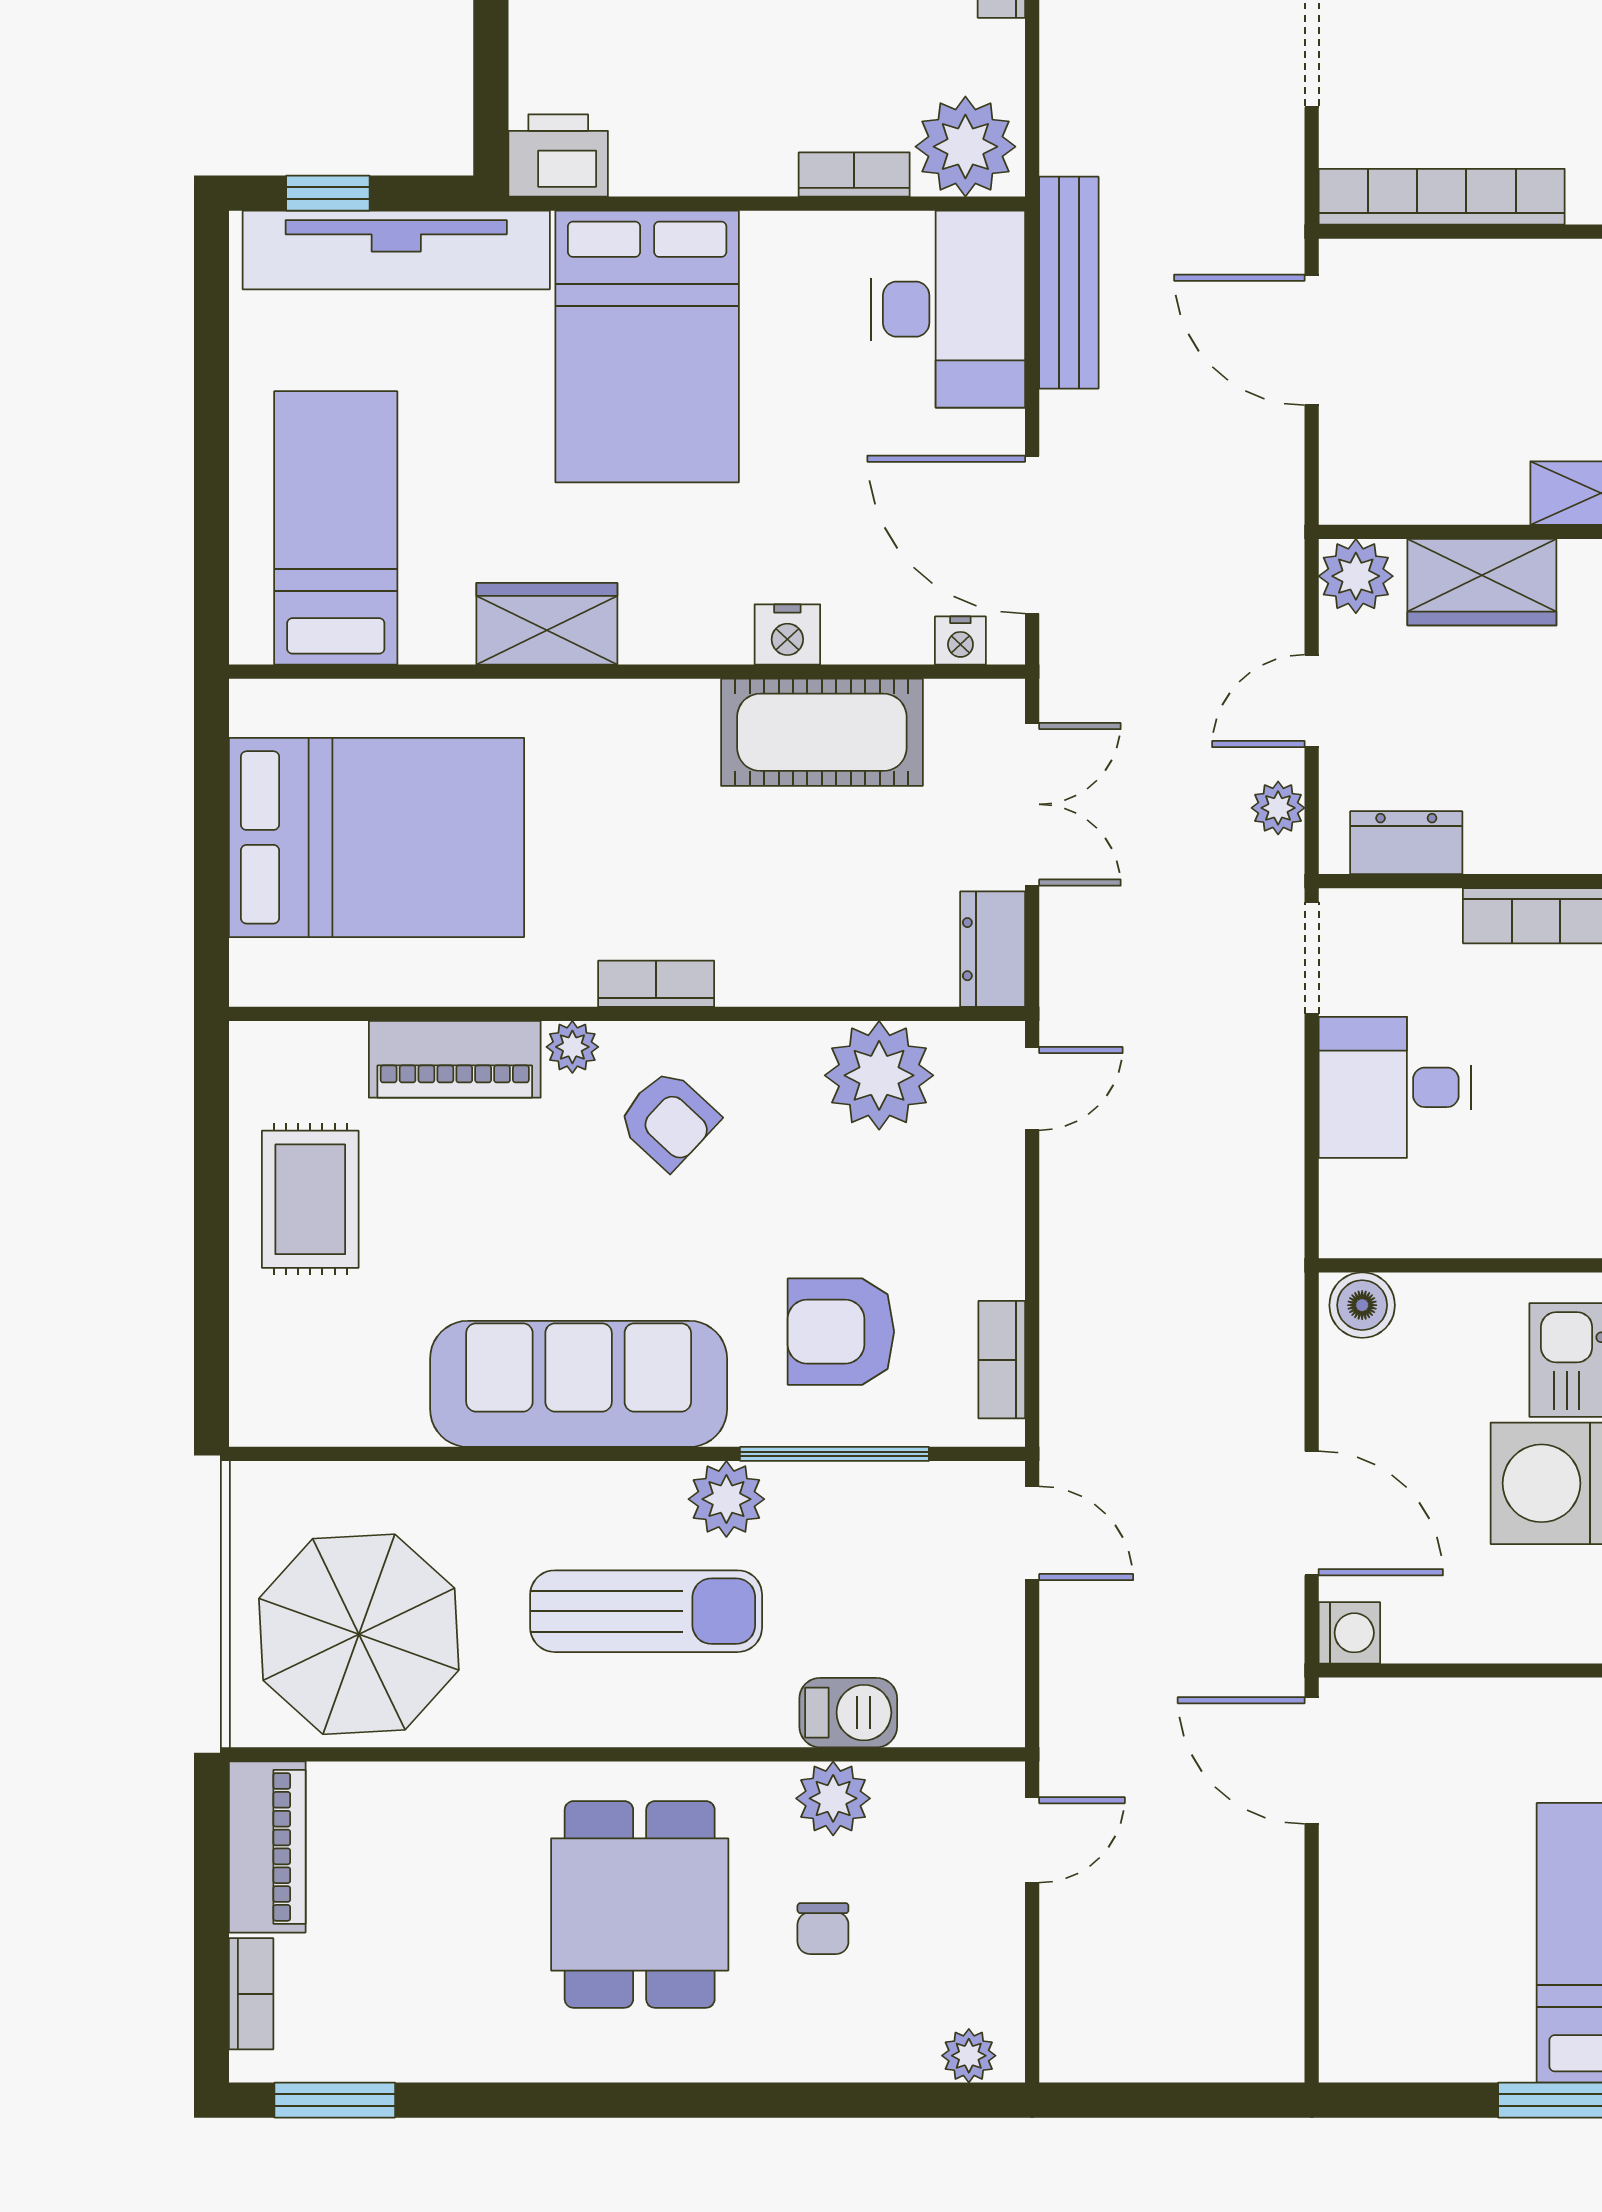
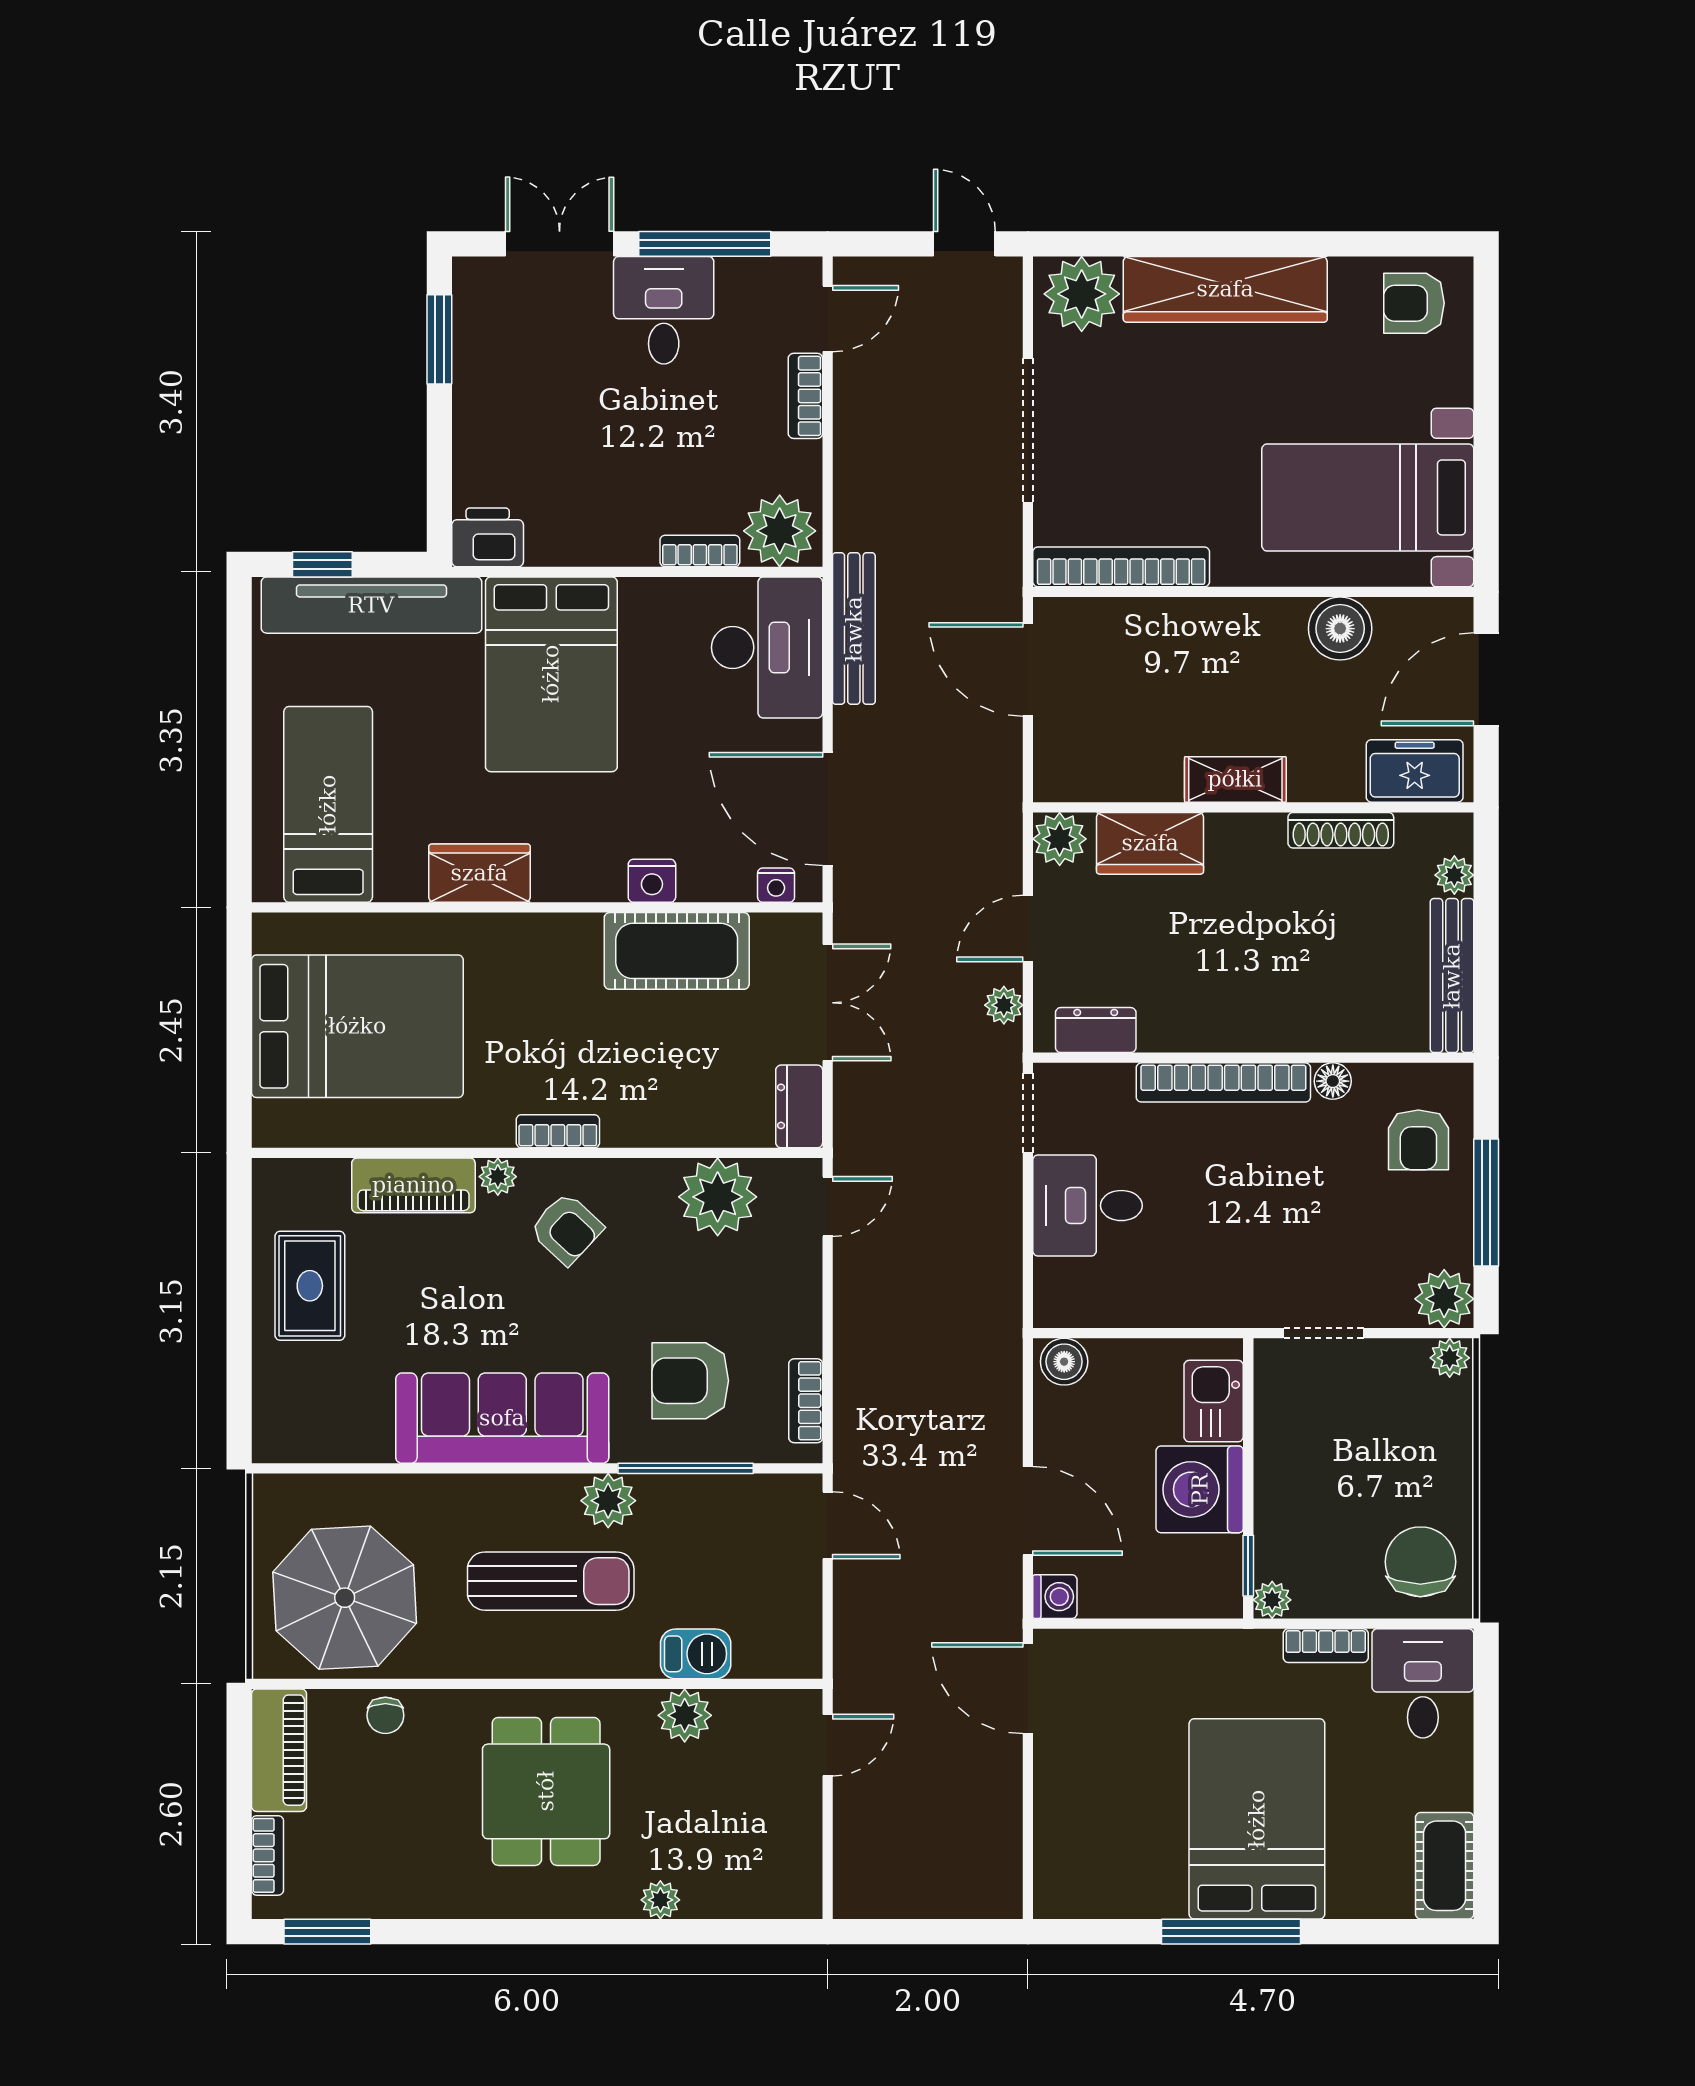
chair: (823, 1929) -> (385, 1715), moved
plant: (969, 2056) -> (660, 1900), moved

